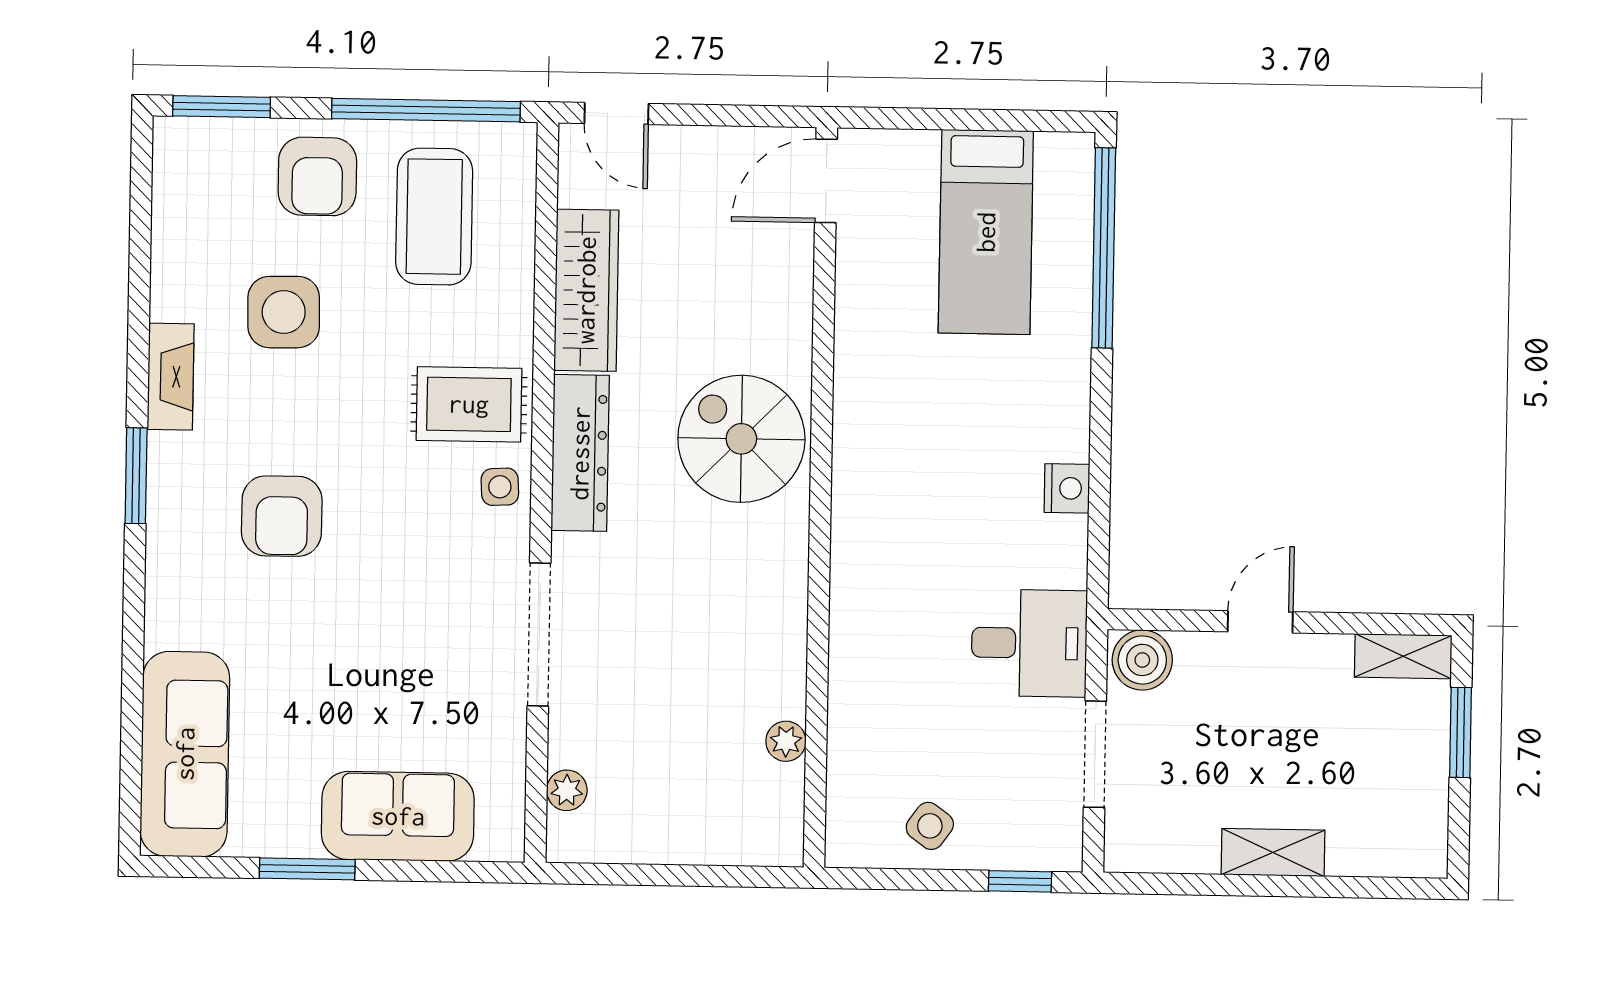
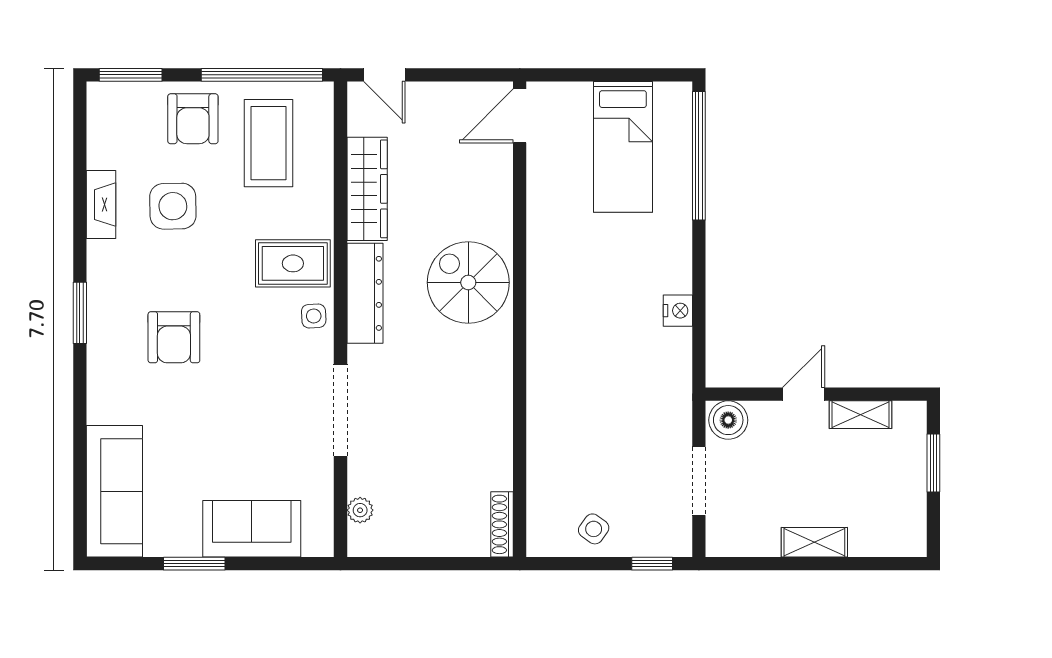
fireplace: (171, 377) -> (101, 205), moved
desk: (1029, 643) -> (655, 410), removed
shelving: (1403, 656) -> (861, 415), moved
plant: (786, 741) -> (500, 476), removed
shoe rack: (787, 816) -> (502, 524), added

